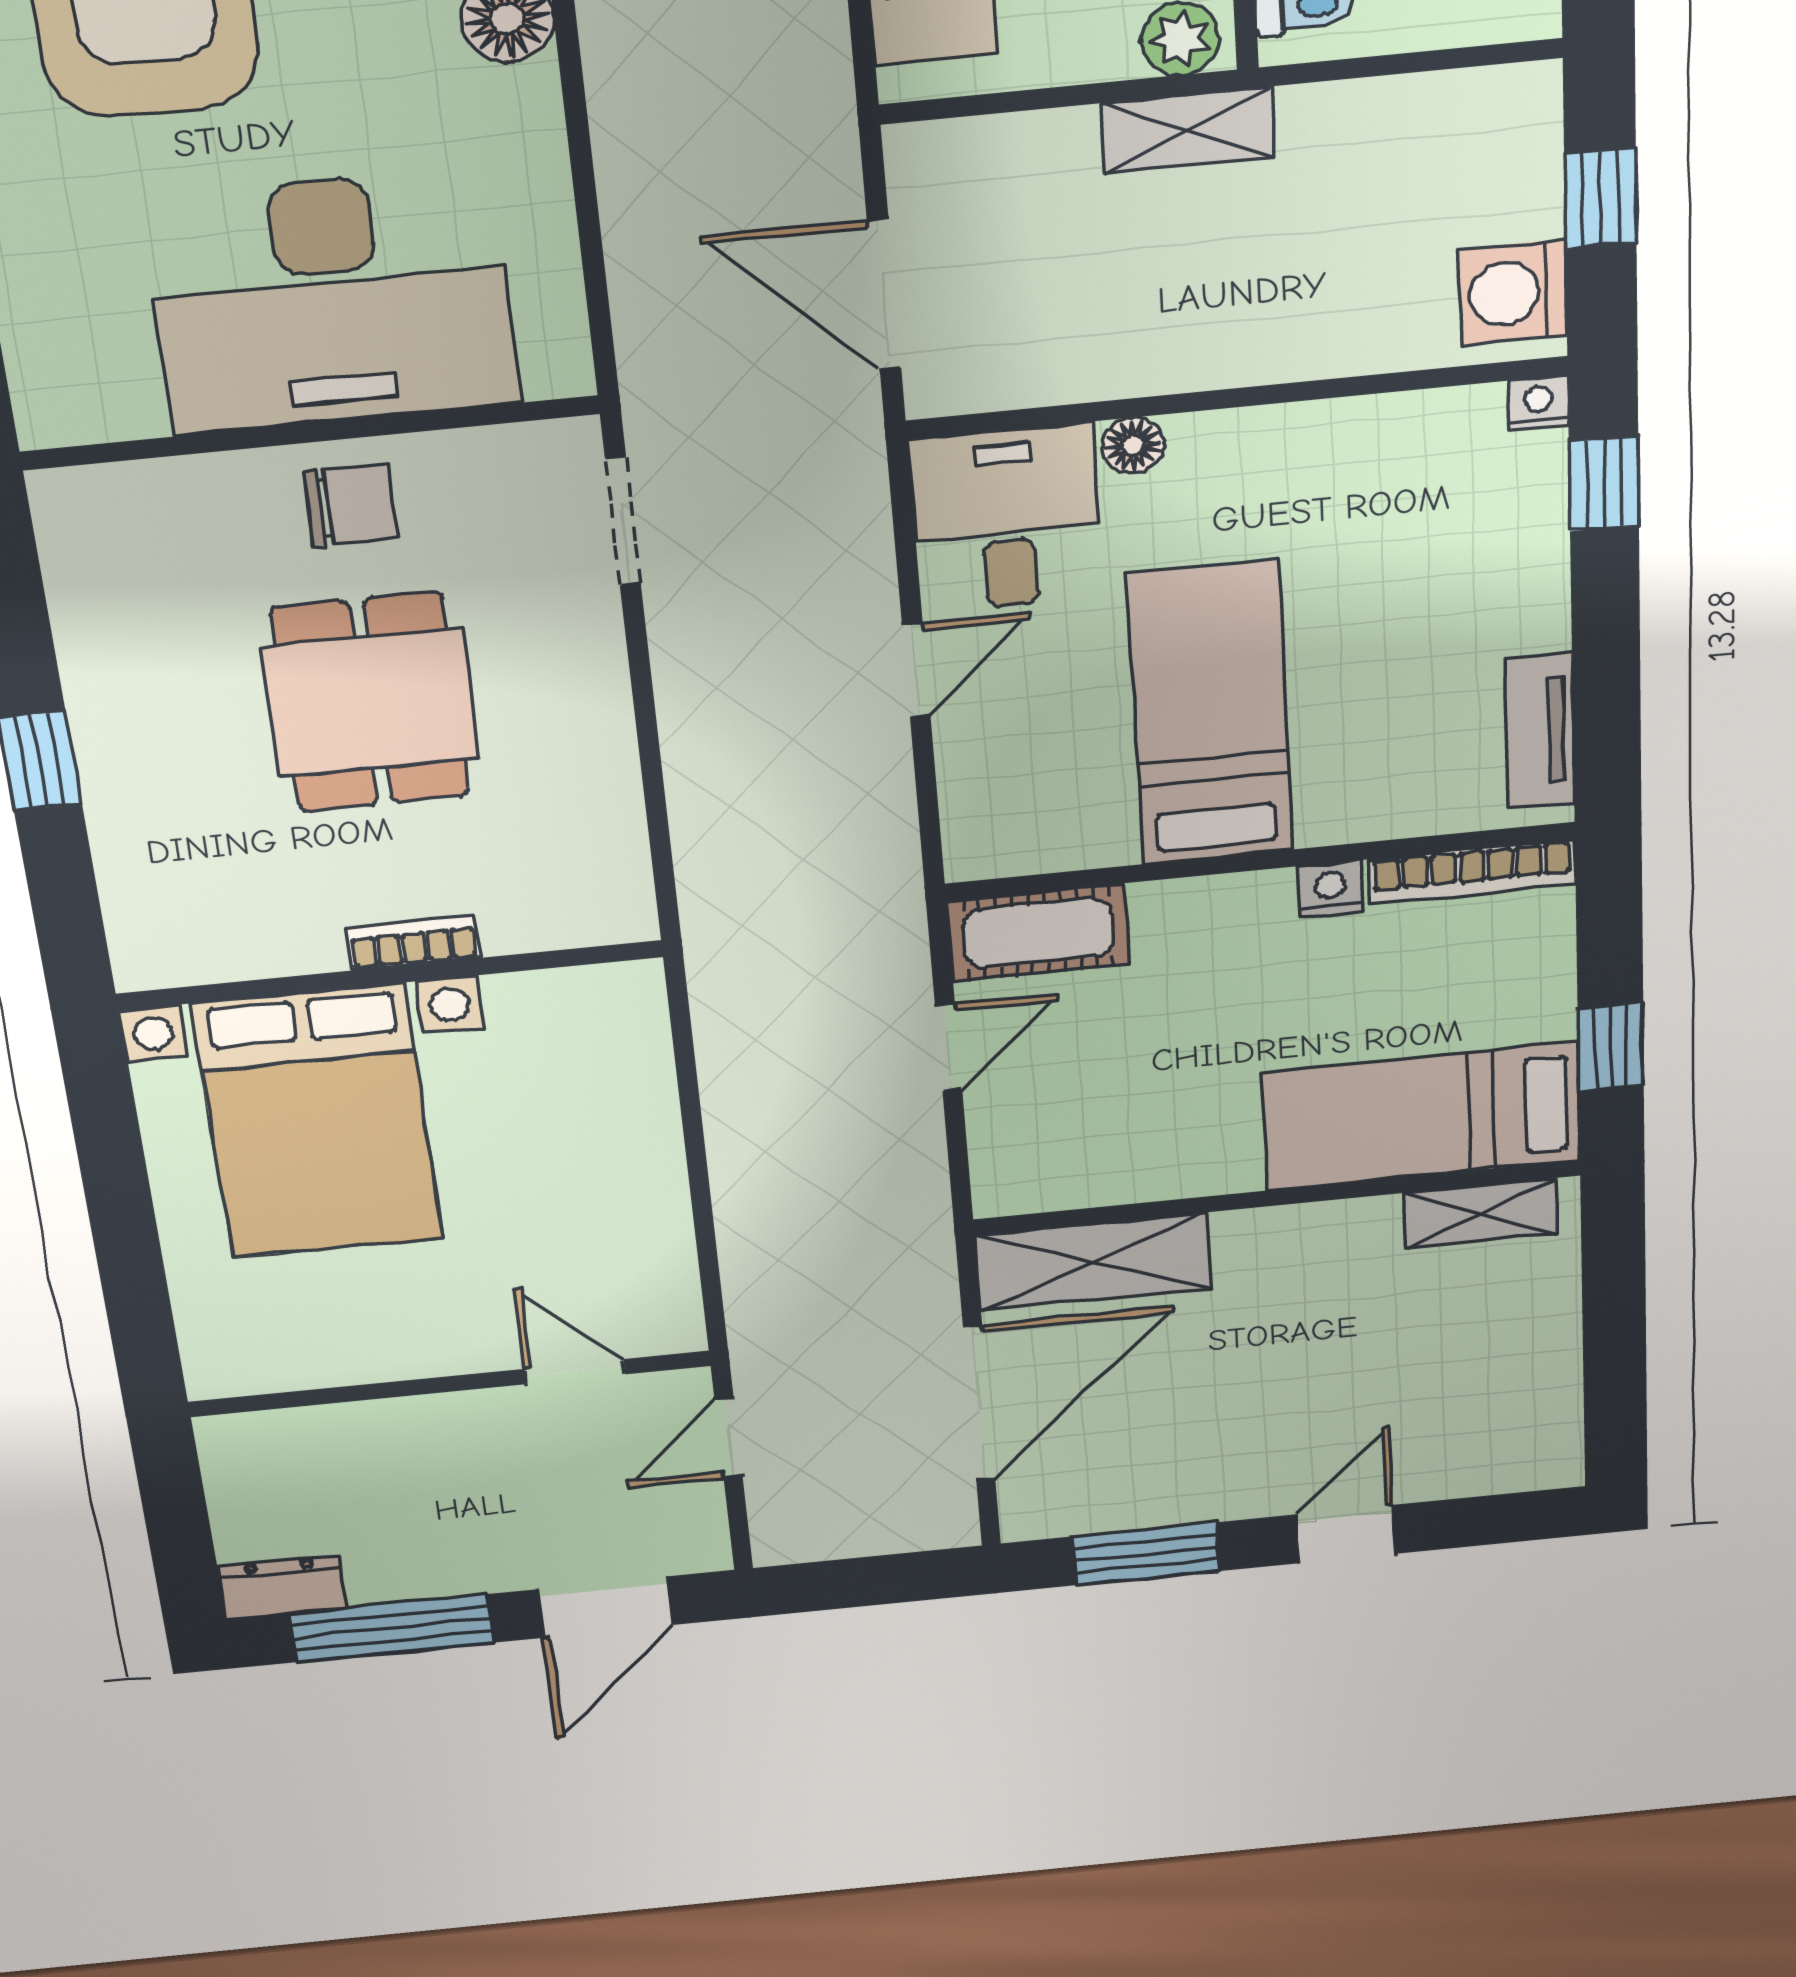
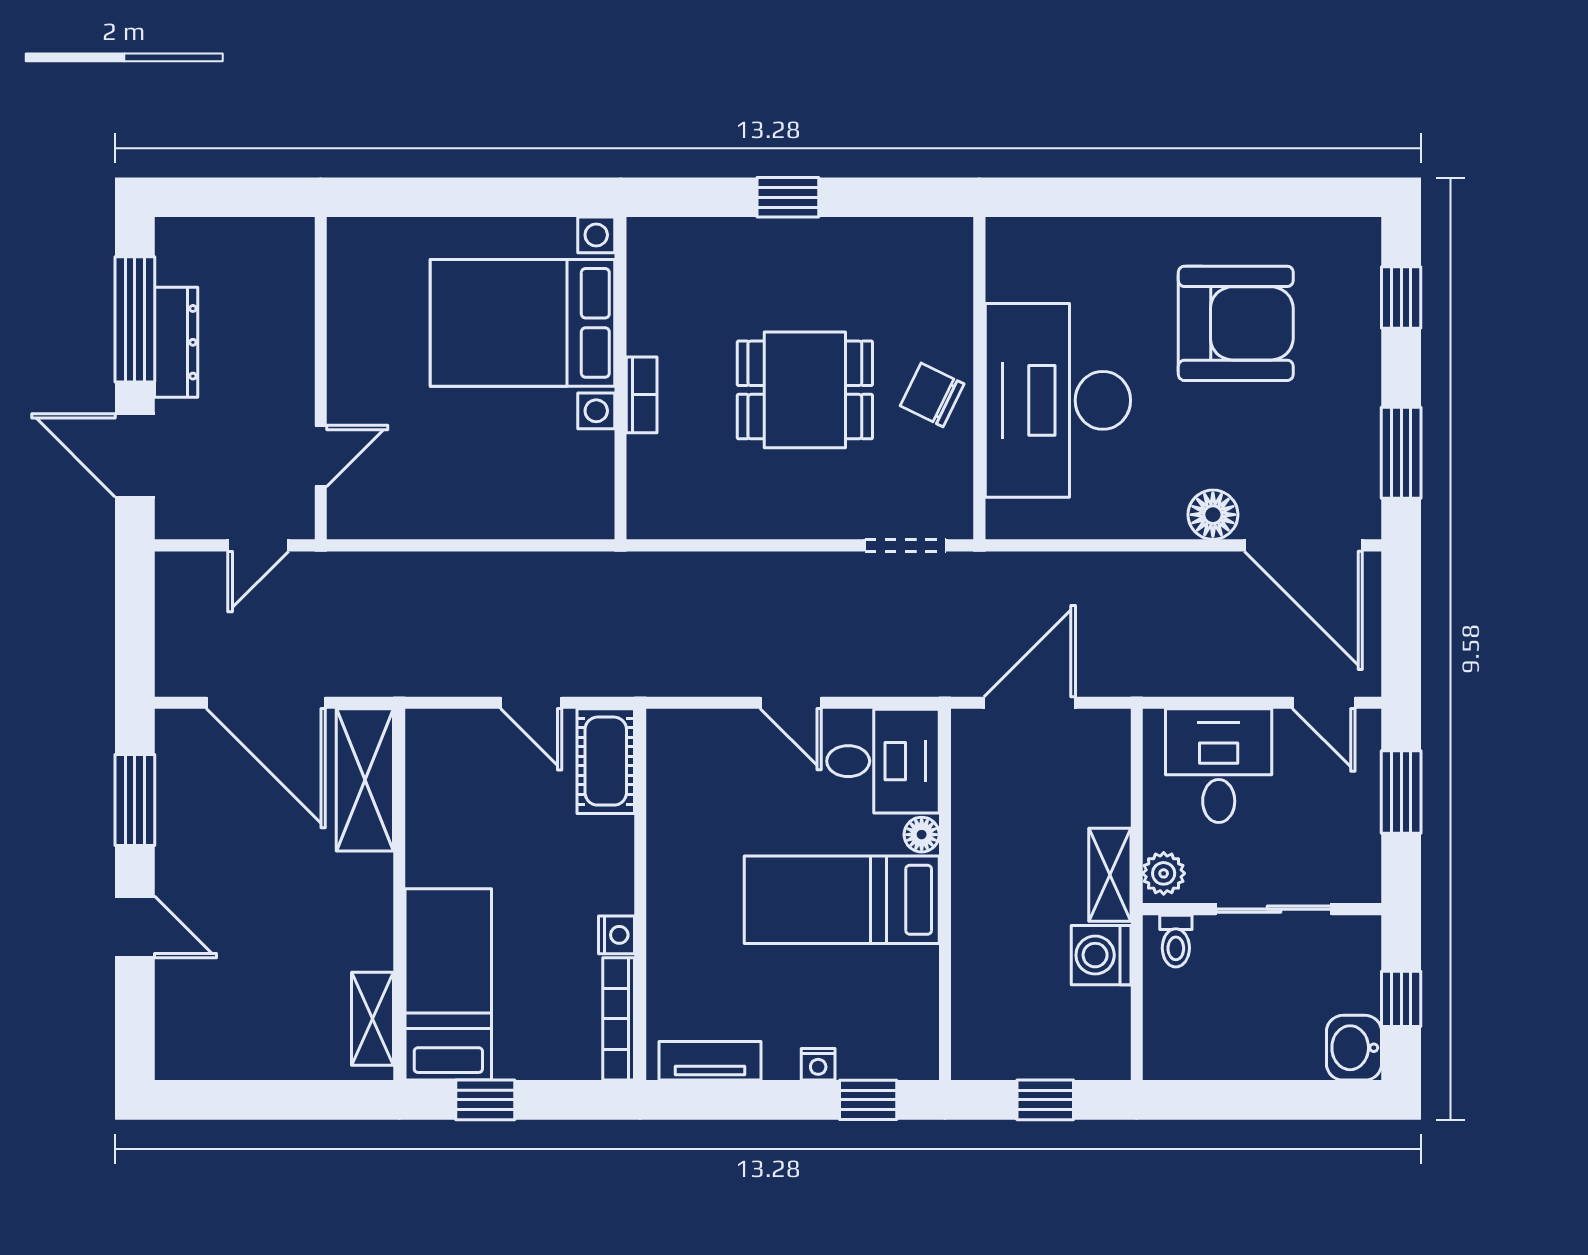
washing machine: (1513, 293) -> (1101, 955), moved, turned -90
nightstand: (1538, 403) -> (818, 1064), moved, turned 90
chair: (351, 505) -> (932, 395), turned 116
bed: (1210, 713) -> (842, 900), moved, turned 180
door: (729, 1438) -> (258, 545), swing flipped
dresser: (282, 1587) -> (176, 342), moved, width x1.44

